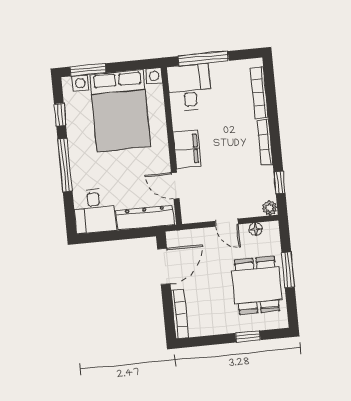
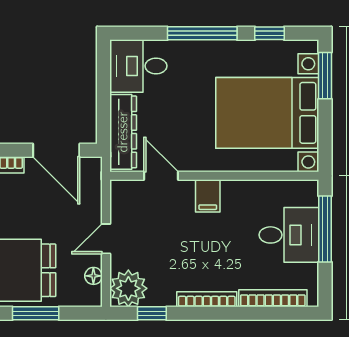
desk: (190, 87) -> (289, 235), moved
filing cabinet: (187, 149) -> (208, 196), width x0.50
door: (175, 186) -> (161, 176), hinge flipped
plant: (270, 208) -> (128, 288), width x1.87, depth x1.87

